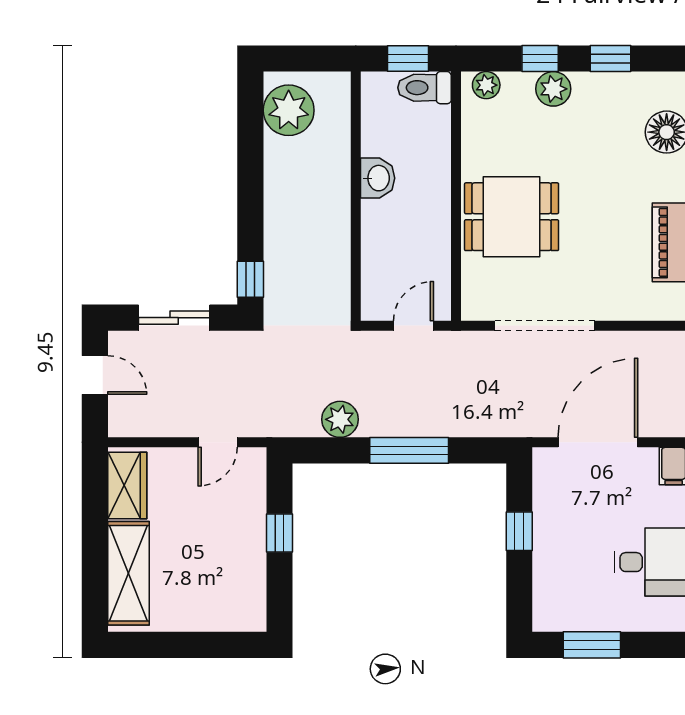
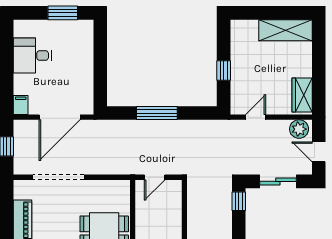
doorway: (545, 326) -> (58, 177), moved
plant: (340, 419) -> (299, 129), moved
window: (519, 531) -> (100, 71), removed
shelving: (129, 573) -> (285, 30), moved, turned 90

